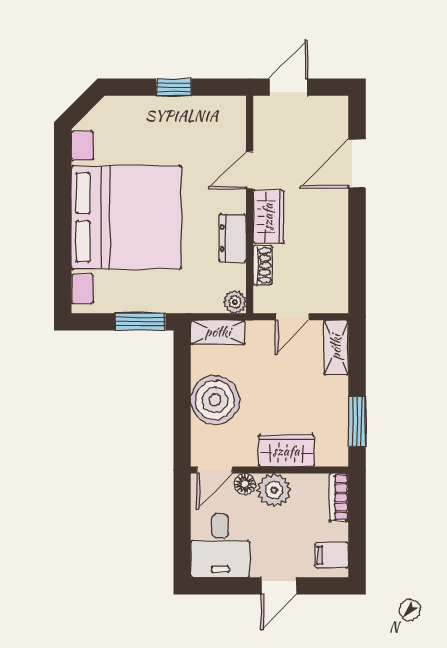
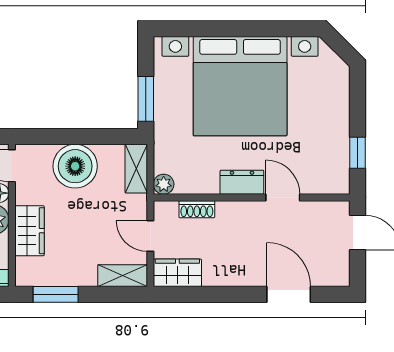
window: (174, 87) -> (358, 153), moved
wardrobe: (268, 217) -> (177, 273), moved, turned 180
dresser: (233, 238) -> (242, 182), moved

